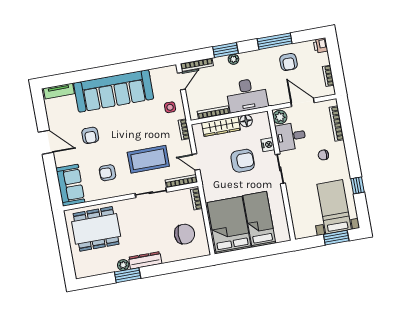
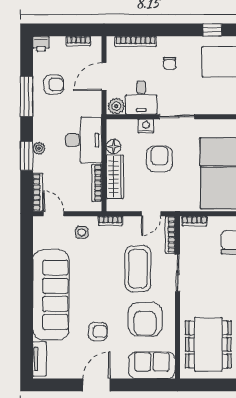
armchair: (107, 173) -> (145, 319), width x1.88, depth x1.88

